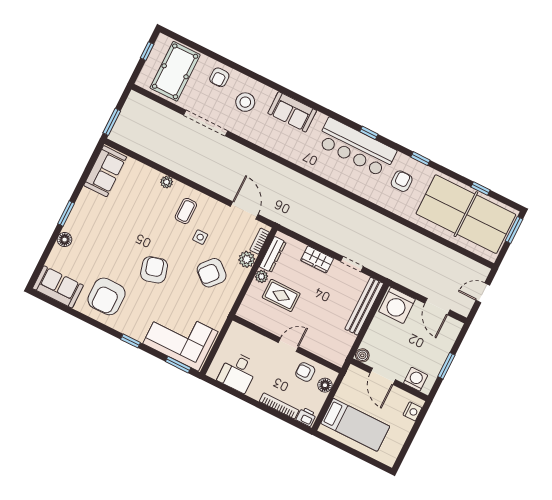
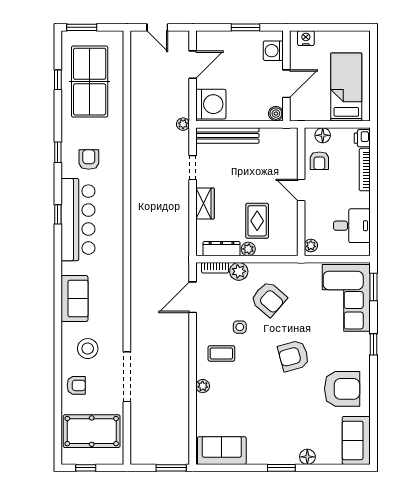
armchair: (402, 181) -> (89, 159), turned 90
table tennis table: (466, 214) -> (90, 82), width x0.73, depth x0.76
plant: (392, 274) -> (183, 124), added
plant: (238, 330) -> (311, 245), added

